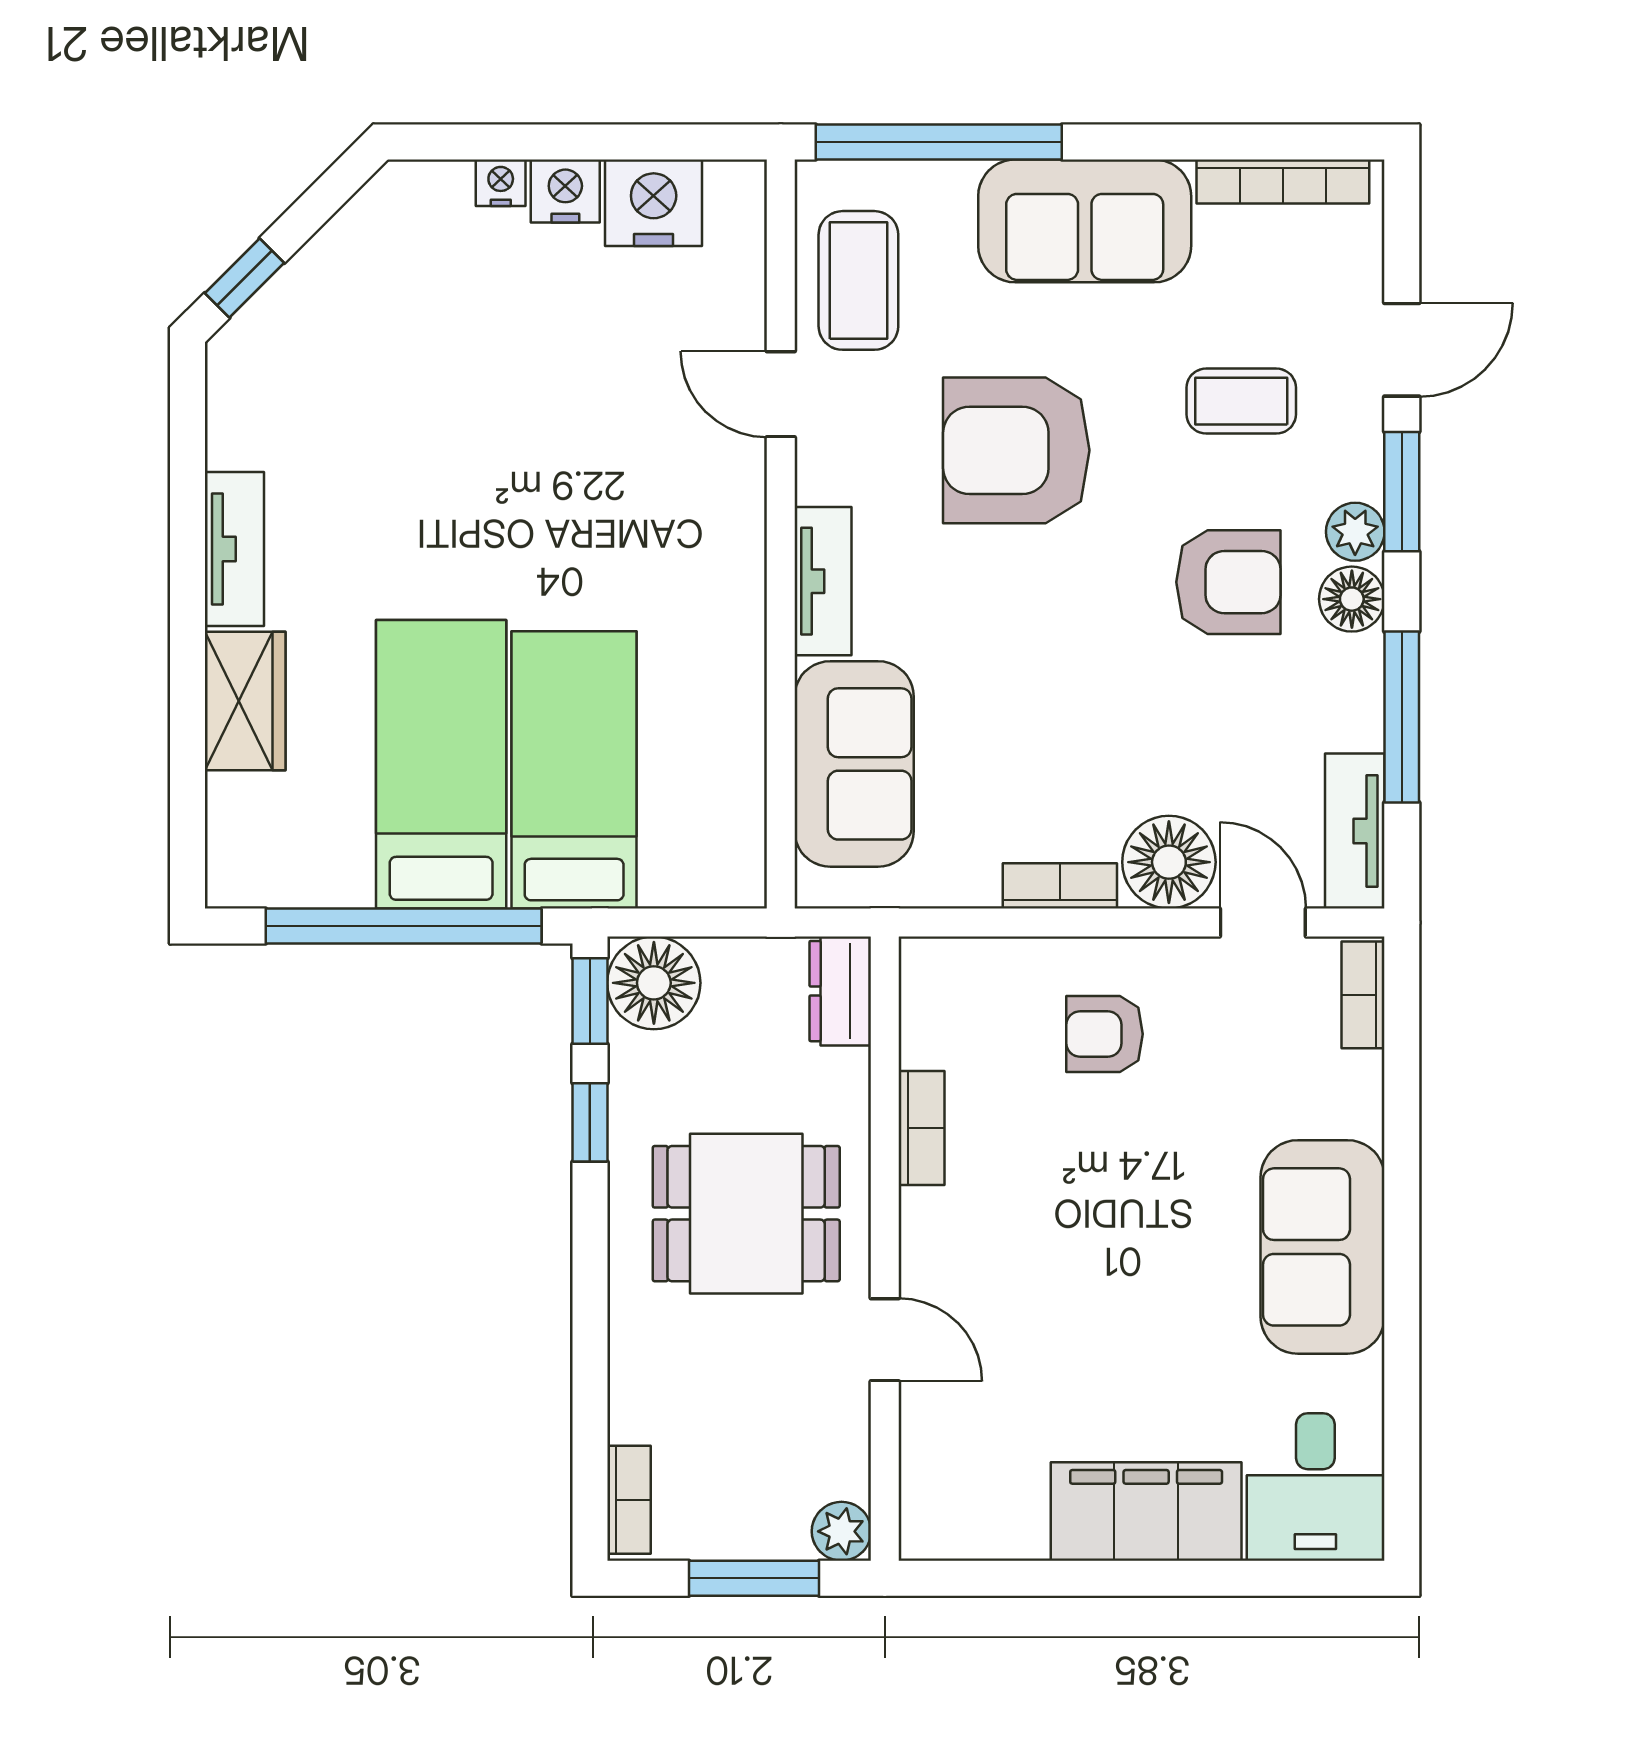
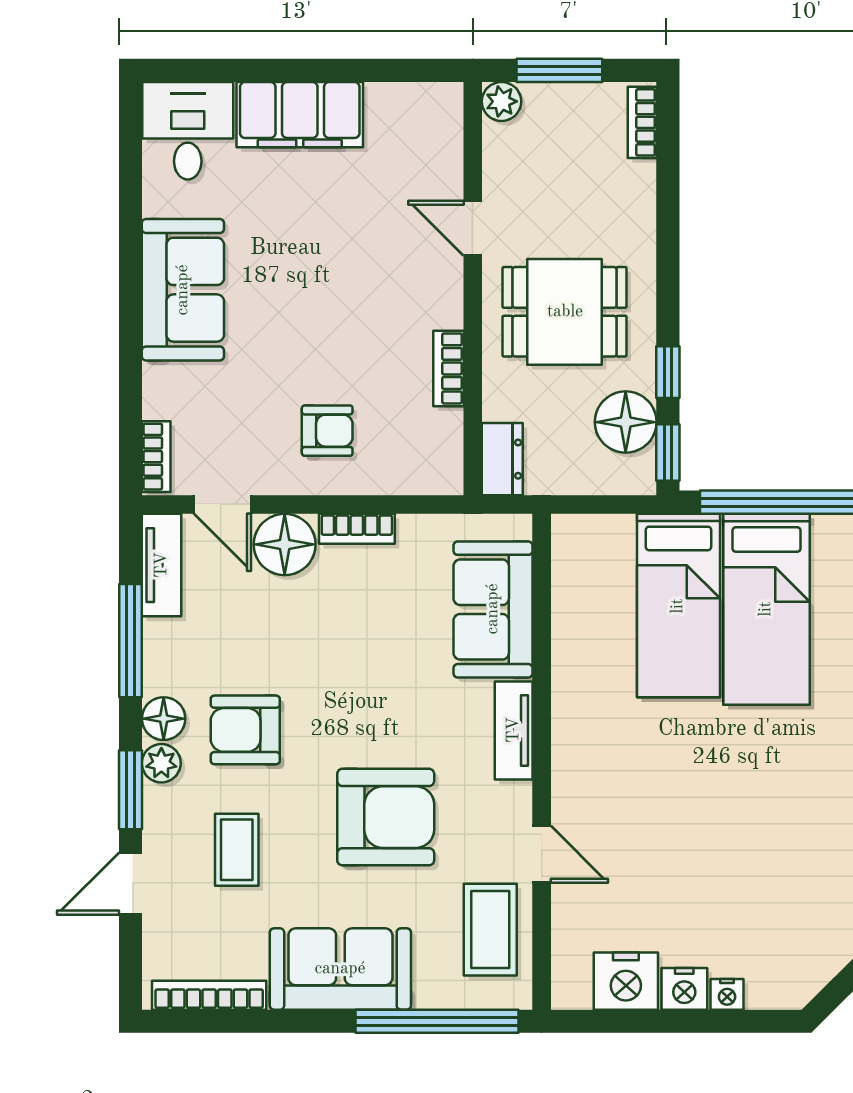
coffee table: (1241, 401) -> (237, 850), turned 90
floor lamp: (654, 983) -> (626, 422), moved

